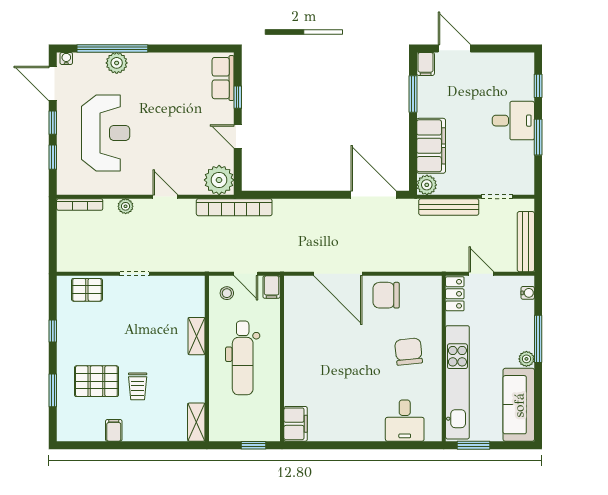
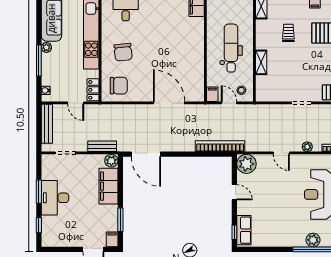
window: (238, 97) -> (234, 232), moved
desk: (513, 121) -> (55, 198), width x1.37
bookcase: (234, 207) -> (220, 146), moved
bench: (449, 207) -> (102, 146), width x0.73
chair: (386, 295) -> (119, 86), moved
trolley: (138, 386) -> (288, 33), moved

